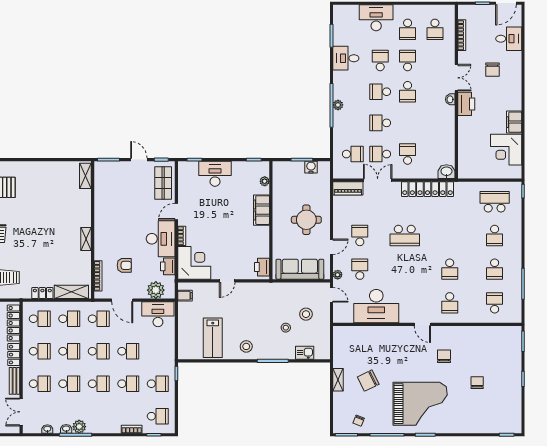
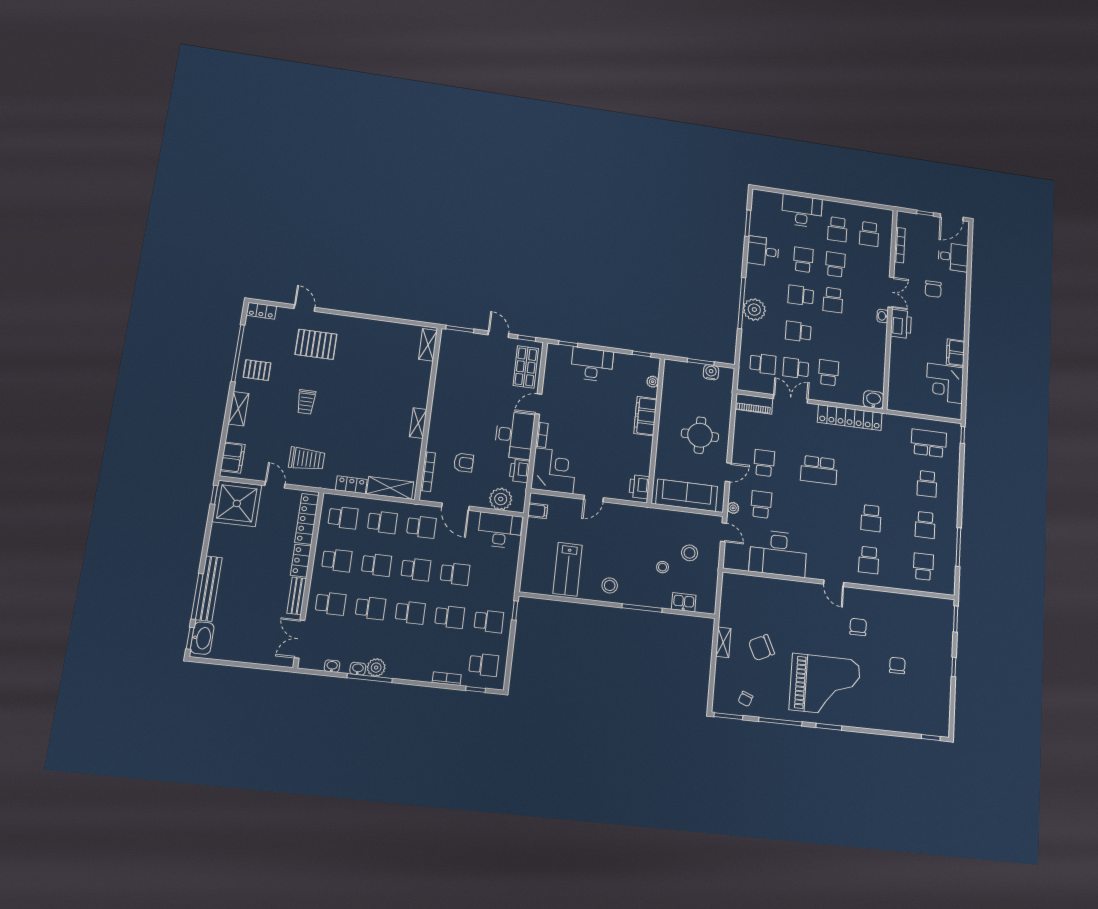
plant: (338, 105) -> (754, 310), width x1.88, depth x1.88

